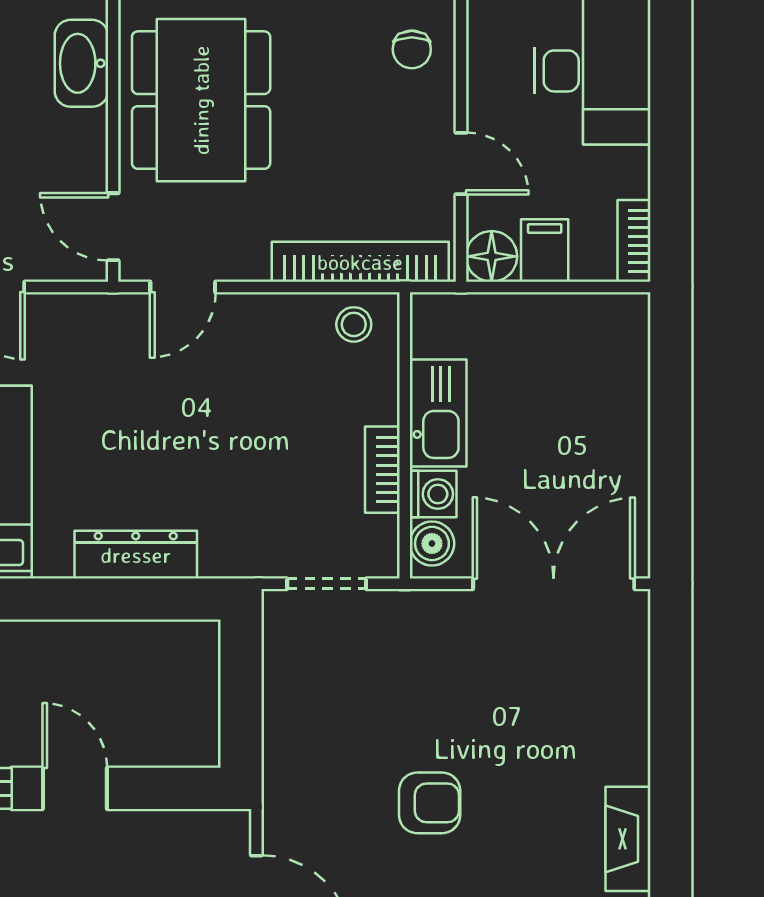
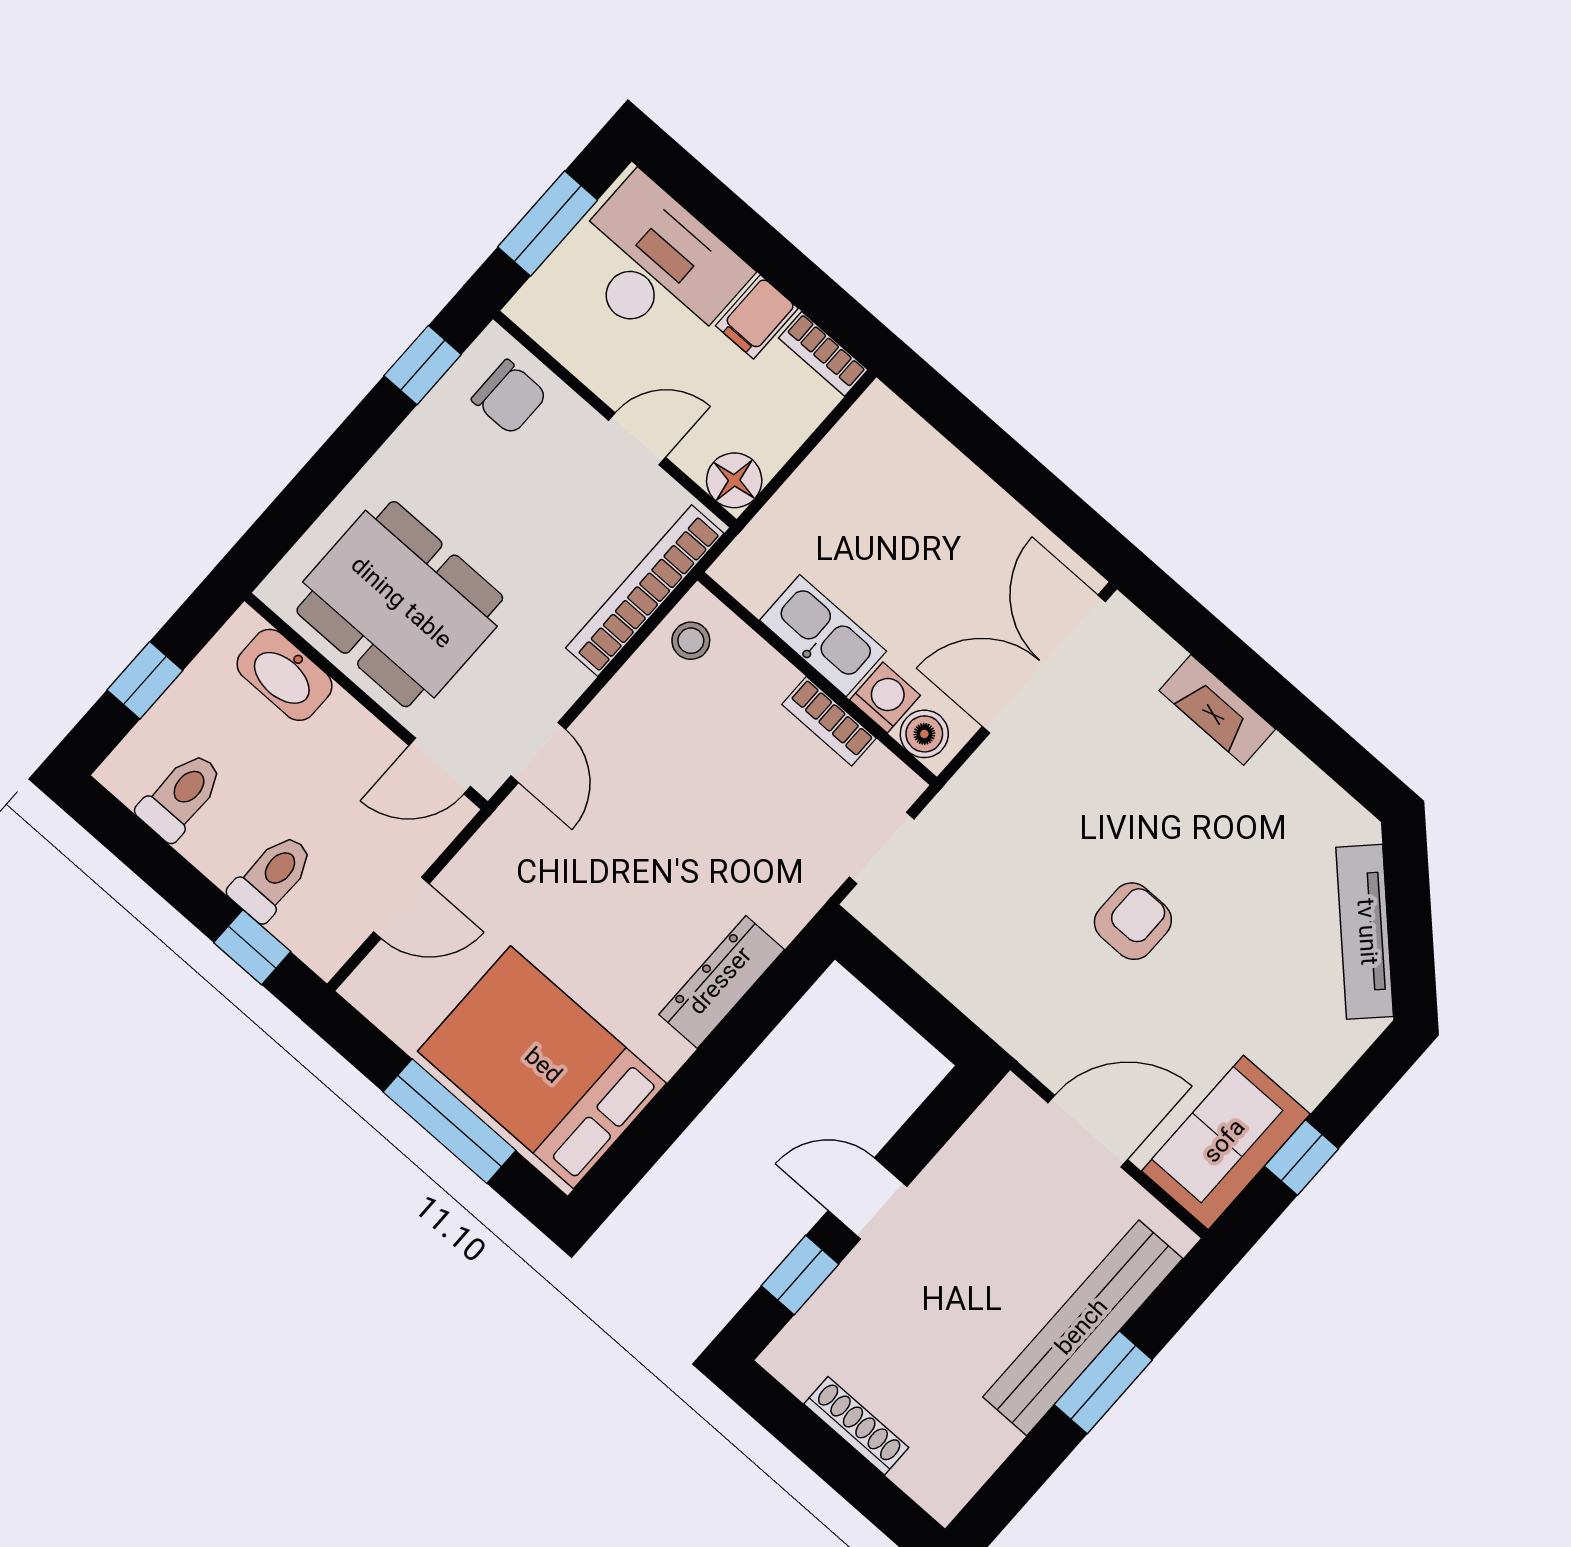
chair: (412, 49) -> (509, 397), width x1.37, depth x1.37
filing cabinet: (545, 250) -> (757, 317), moved, turned -90
fireplace: (628, 839) -> (1217, 710), moved

